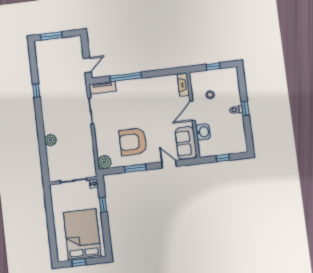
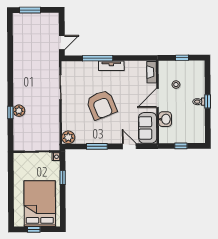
tv unit: (103, 88) -> (111, 66), moved
window: (36, 91) -> (10, 113), moved
armchair: (133, 142) -> (101, 105), moved, turned -112

